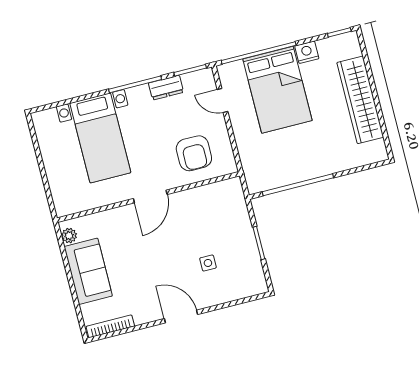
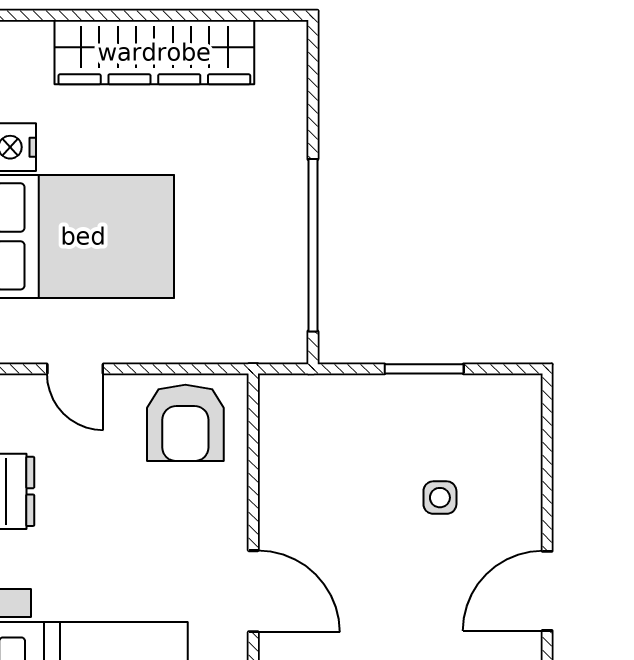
door: (223, 100) -> (75, 369), hinge flipped
armchair: (194, 153) -> (185, 423), moved, turned 90

